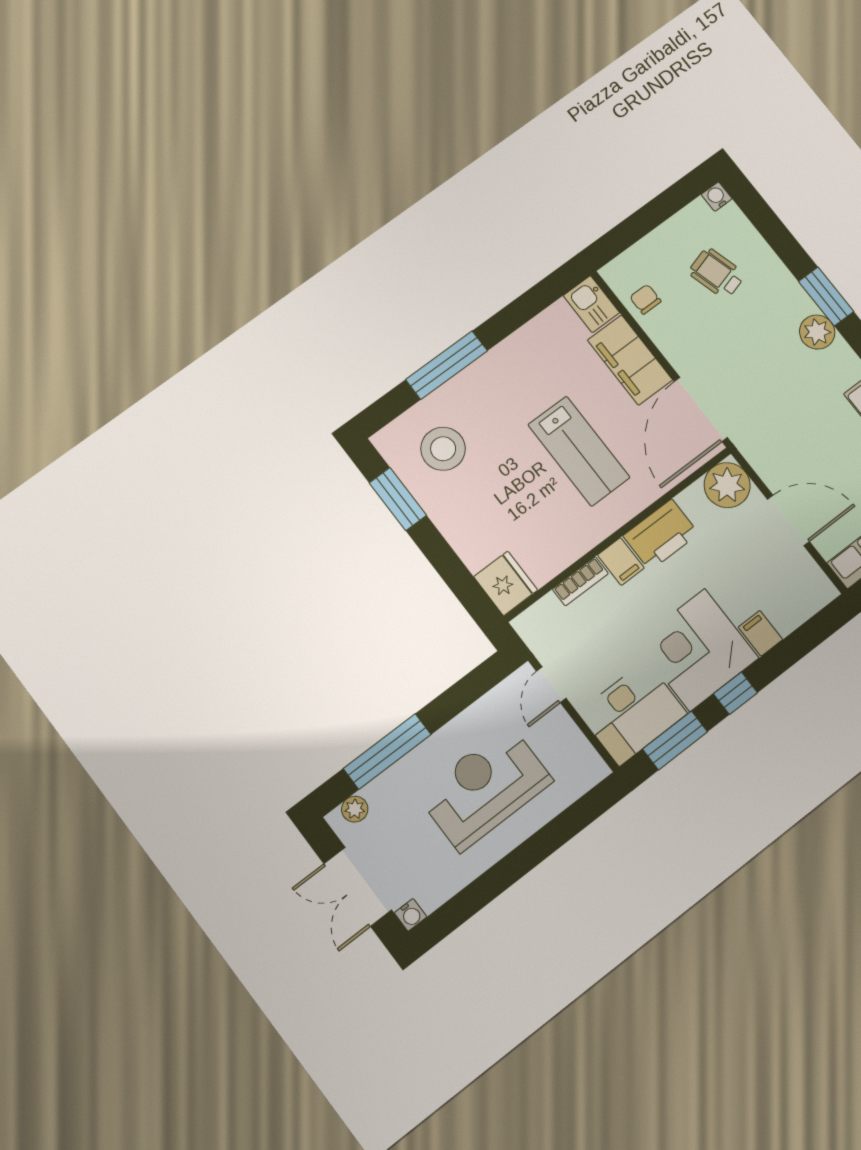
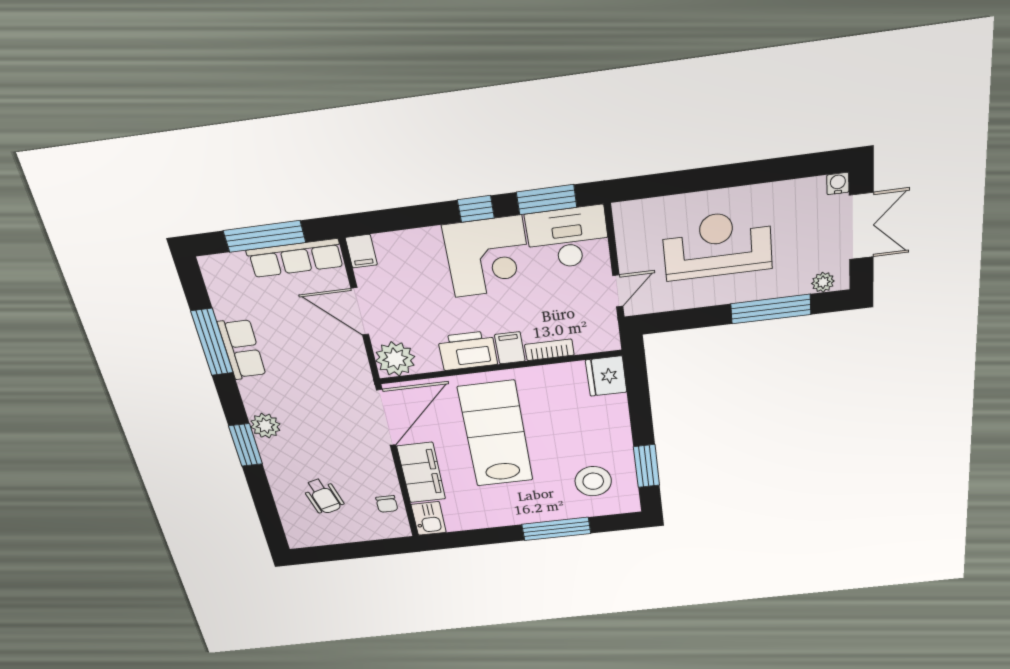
water cooler: (717, 197) -> (296, 541), removed
lab bench: (579, 451) -> (496, 434), width x1.36, depth x1.39
filing cabinet: (760, 633) -> (361, 251), moved
reception desk: (485, 788) -> (717, 245), turned 180

